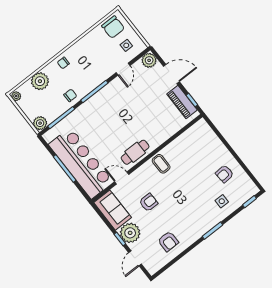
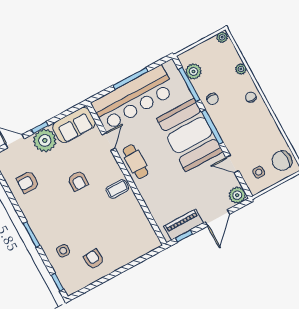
plant: (40, 81) -> (241, 69), width x0.53, depth x0.53
booth: (105, 110) -> (190, 135), added
plant: (40, 123) -> (193, 71), moved
armchair: (148, 202) -> (78, 181), moved

